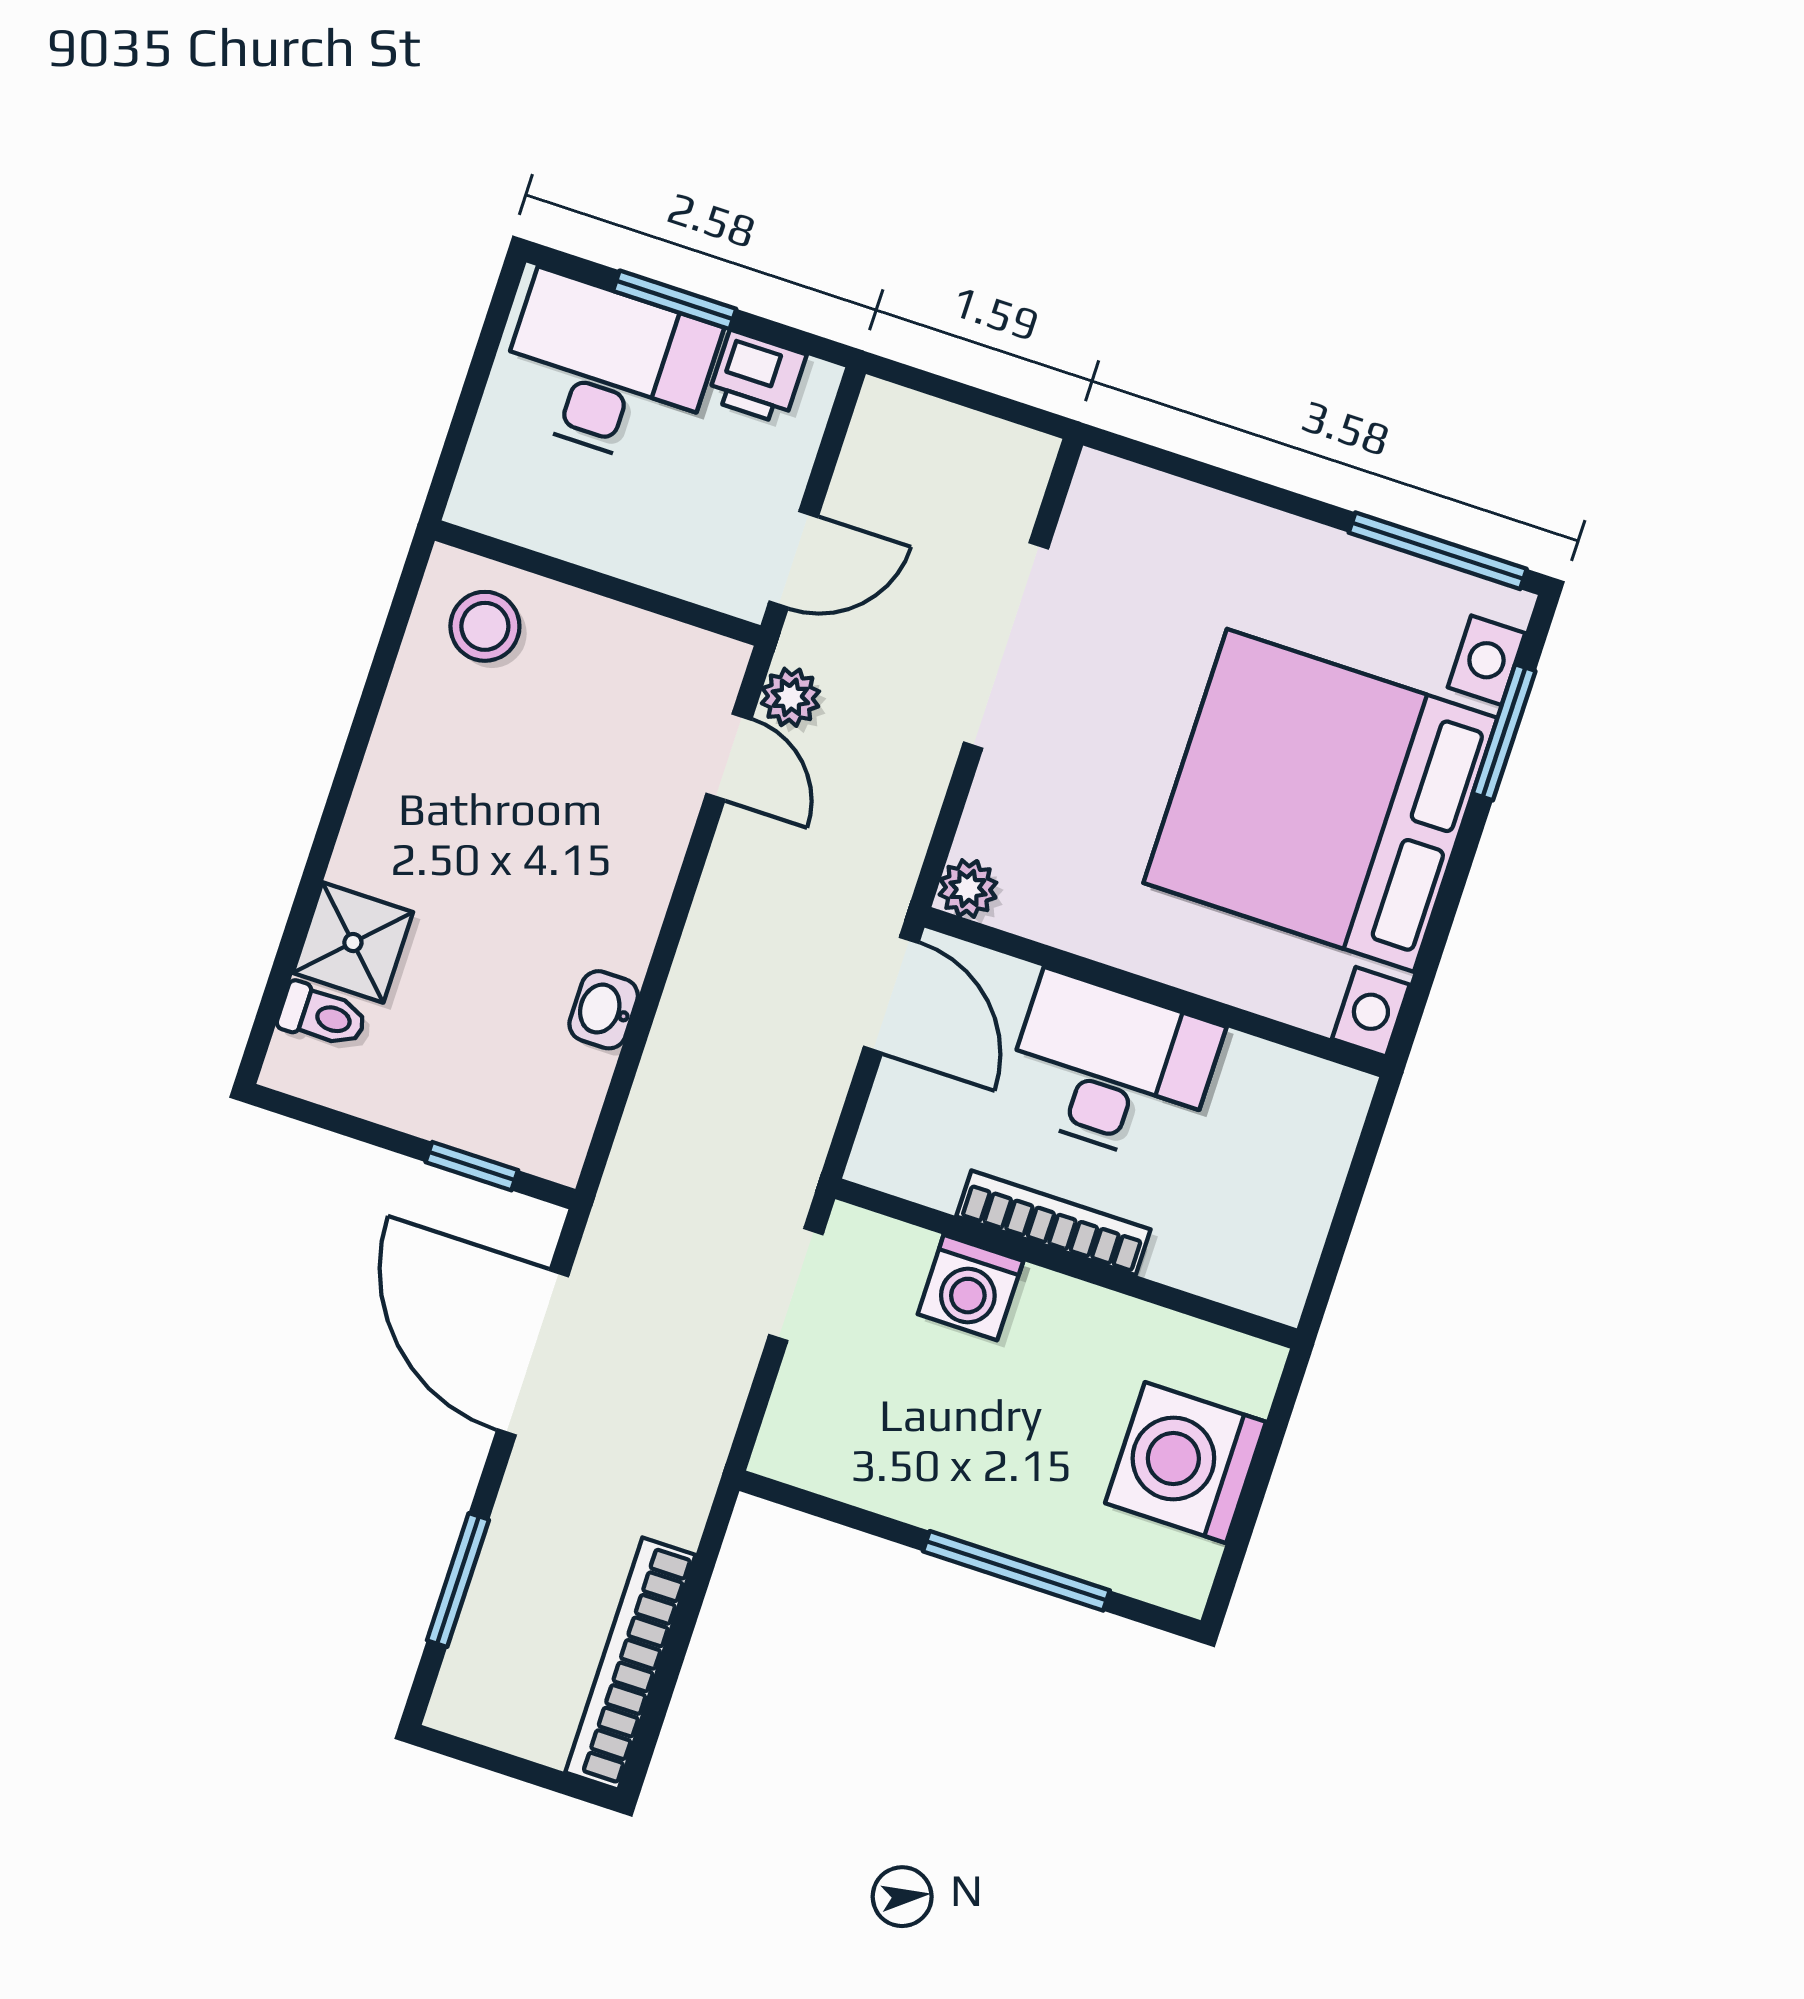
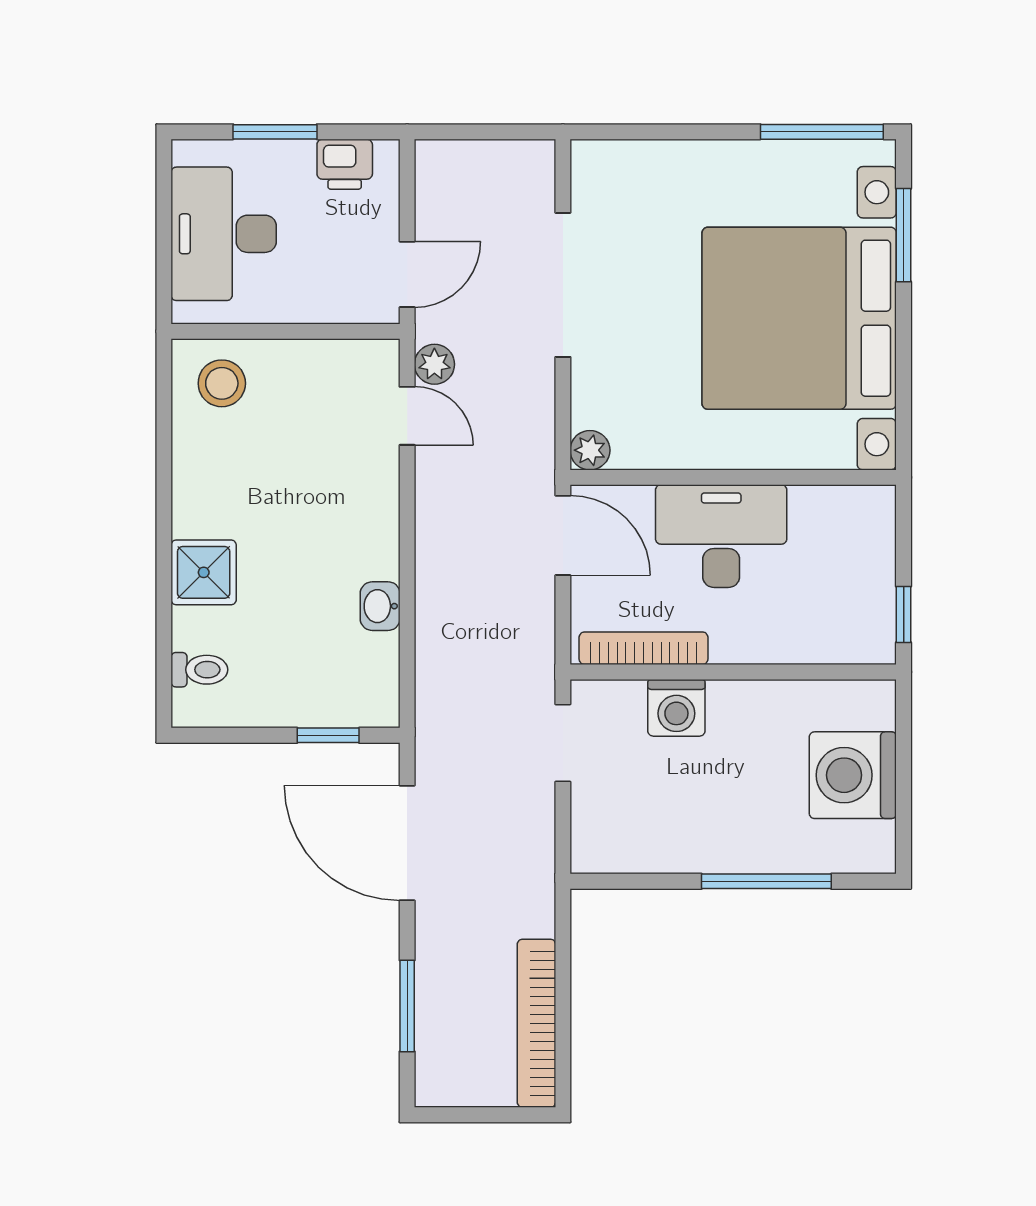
desk: (607, 370) -> (224, 234), moved, turned -90
shower: (353, 943) -> (204, 572), moved
bookcase: (1053, 1223) -> (644, 648), moved
window: (1330, 1261) -> (904, 614), added

